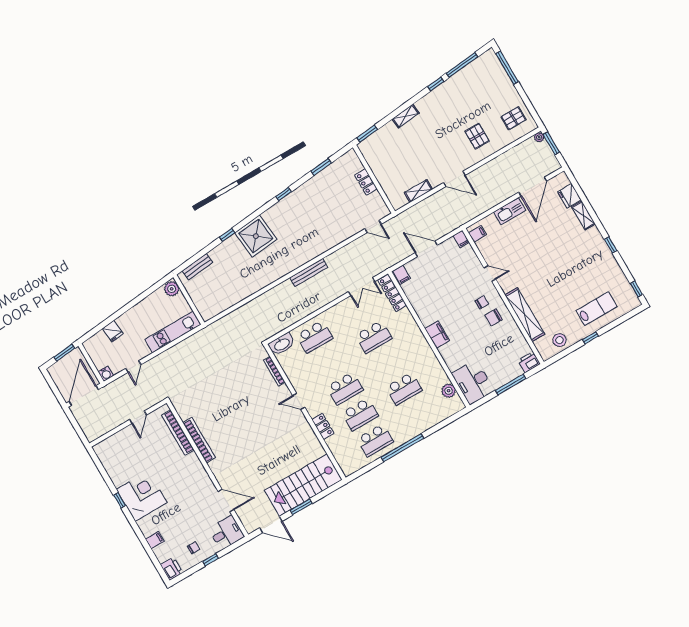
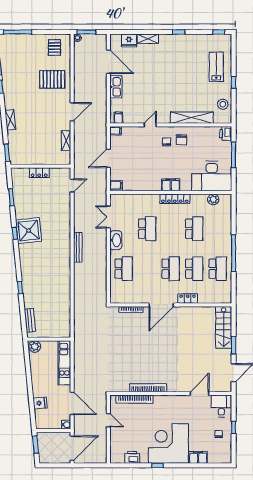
pallet: (477, 136) -> (52, 79), width x1.50, depth x1.42
shower: (256, 236) -> (29, 231), moved
double door: (362, 287) -> (108, 217), swing flipped
locker: (392, 293) -> (175, 199), moved
washbasin: (282, 344) -> (116, 240), moved
door: (133, 367) -> (72, 403), width x1.88
desk: (473, 382) -> (212, 176), width x1.36, depth x1.30
door: (84, 395) -> (72, 448), swing flipped
door: (299, 401) -> (161, 305), width x1.88
stairs: (303, 485) -> (224, 327), width x0.73, depth x0.66
corner desk: (142, 496) -> (168, 443), width x1.36, depth x1.36
filing cabinet: (155, 540) -> (198, 457), width x2.00
printer: (172, 569) -> (132, 457), moved

